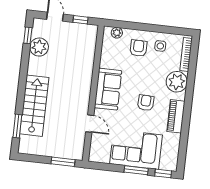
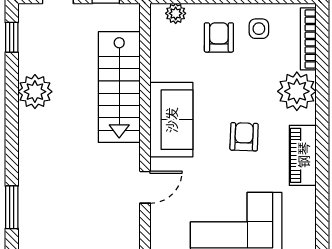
plant: (39, 47) -> (35, 92), moved
stairs: (34, 106) -> (119, 87), moved, turned 180
door: (90, 124) -> (145, 187), hinge flipped

